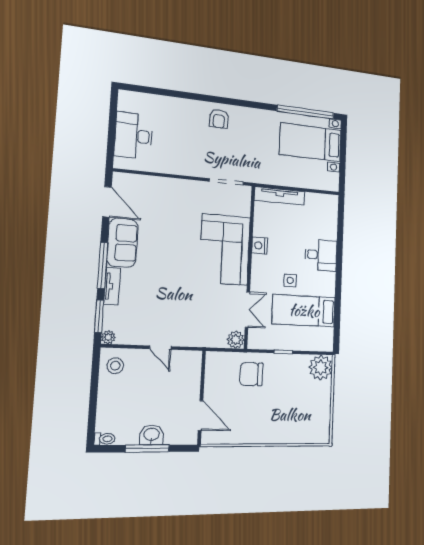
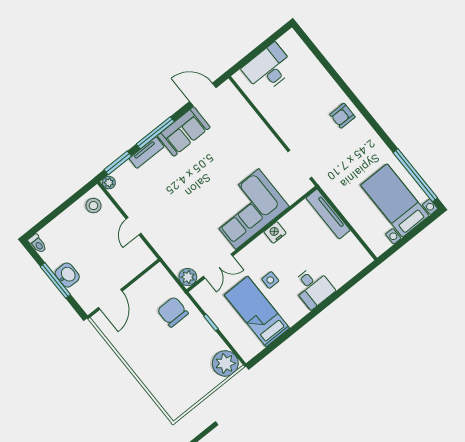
door: (107, 202) -> (203, 95), swing flipped

